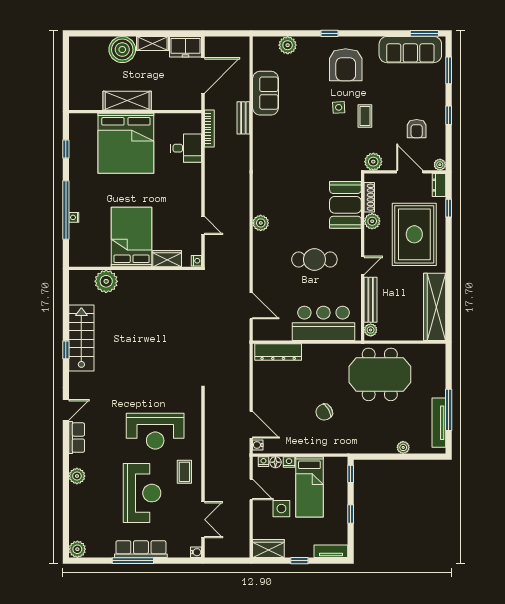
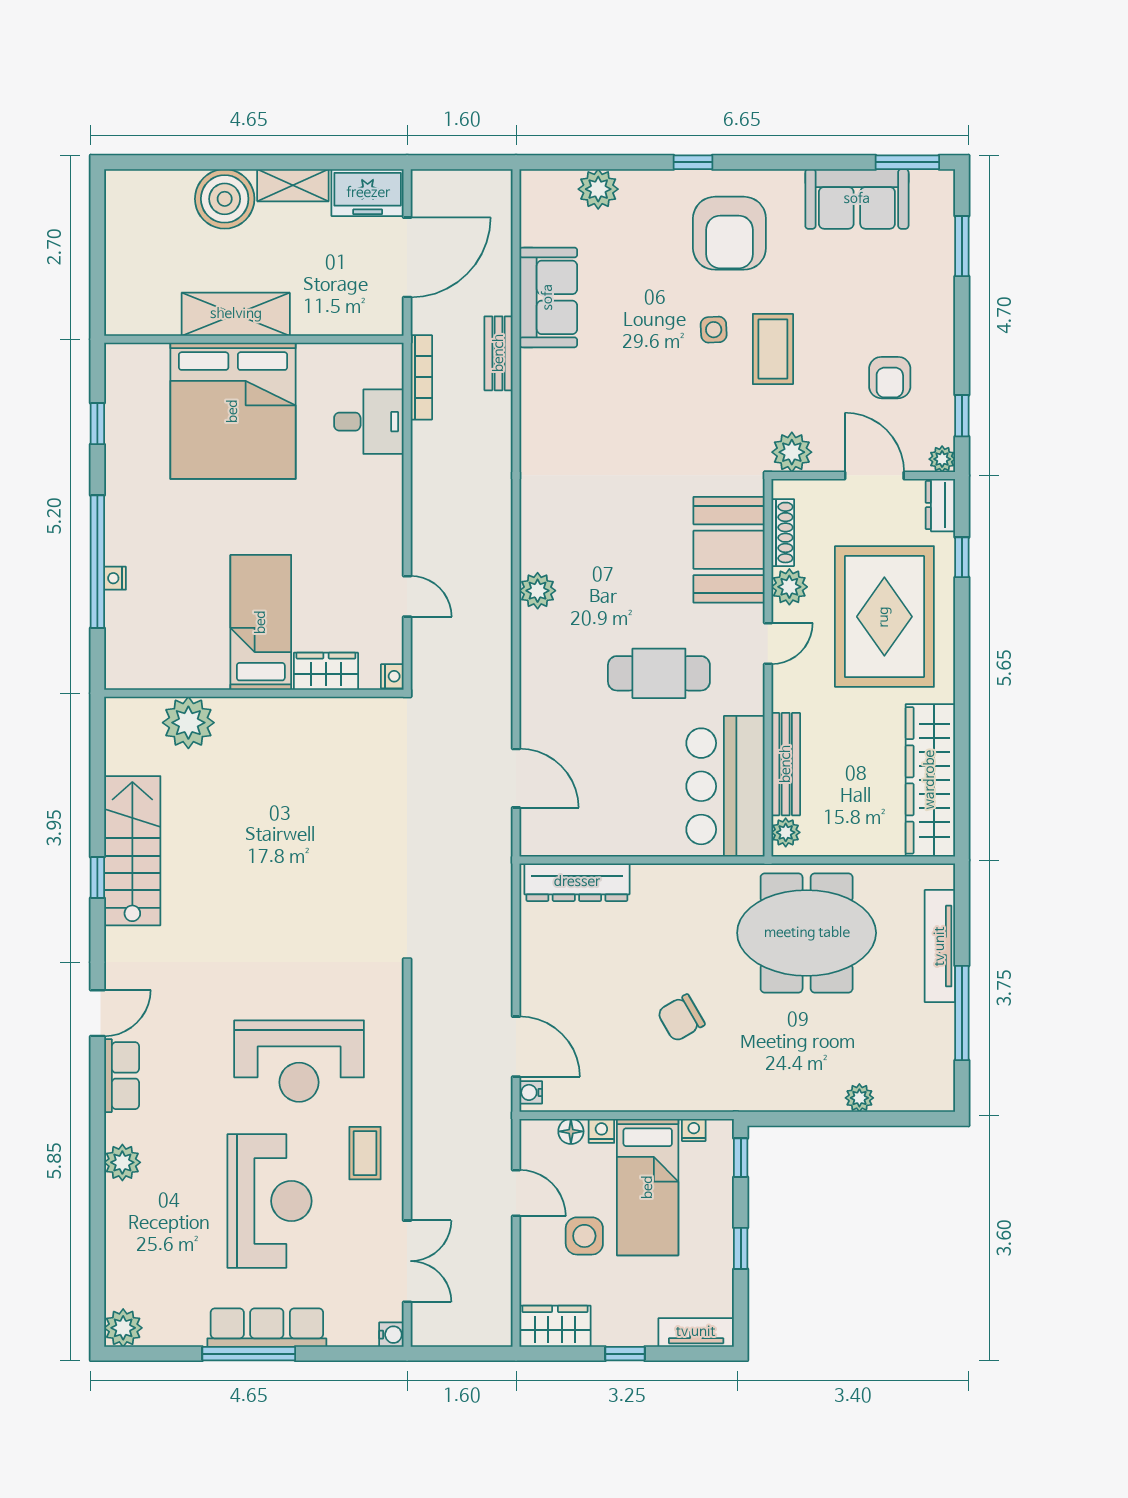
sofa: (410, 50) -> (857, 199), width x0.73
window: (449, 115) -> (962, 416), moved
coffee table: (365, 116) -> (773, 349), width x1.36, depth x1.30
bed: (132, 237) -> (261, 622), width x0.67
door: (363, 265) -> (768, 643), moved
bar counter: (323, 323) -> (725, 786), moved, turned -90
tv unit: (439, 423) -> (940, 946), moved
nightstand: (263, 462) -> (694, 1130), moved

